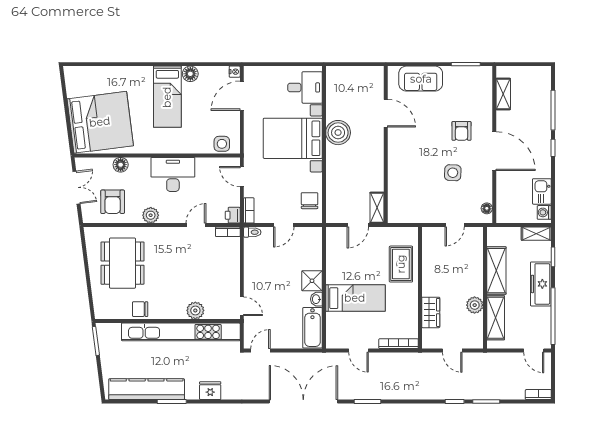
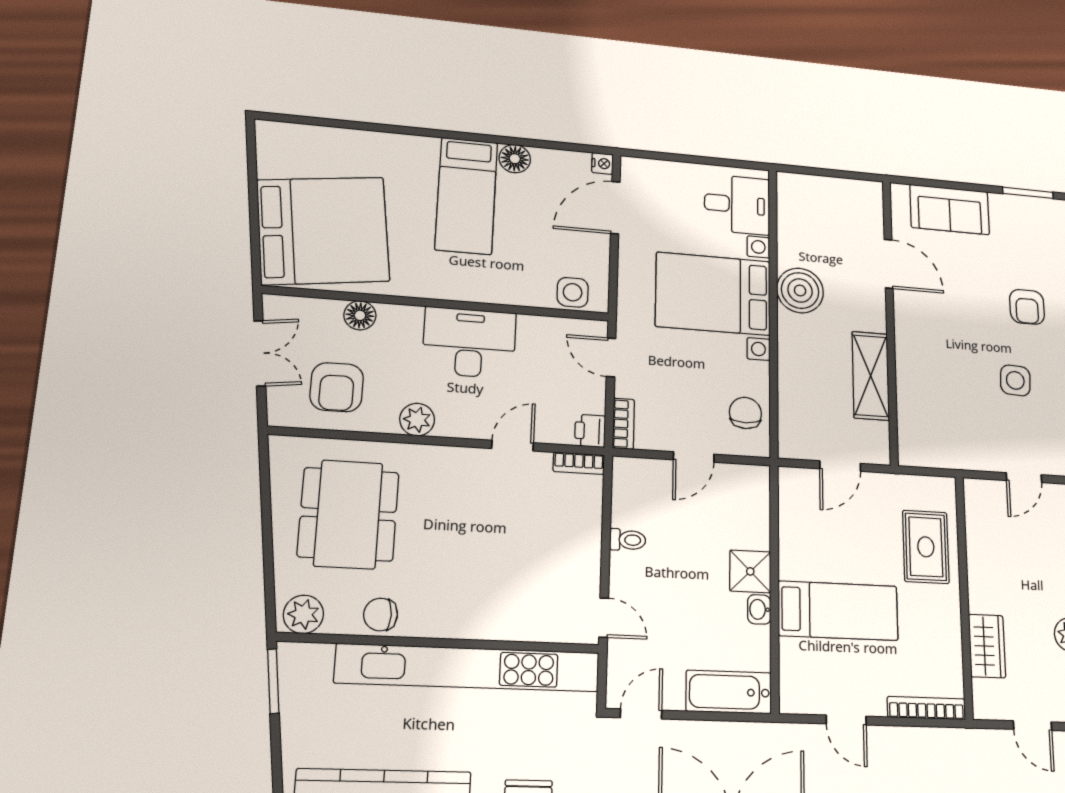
shelving: (377, 208) -> (871, 376), moved, width x1.50, depth x1.33
toilet: (252, 232) -> (628, 540), moved
plant: (195, 310) -> (303, 614), moved
bathtub: (312, 328) -> (729, 692), moved, turned 90

